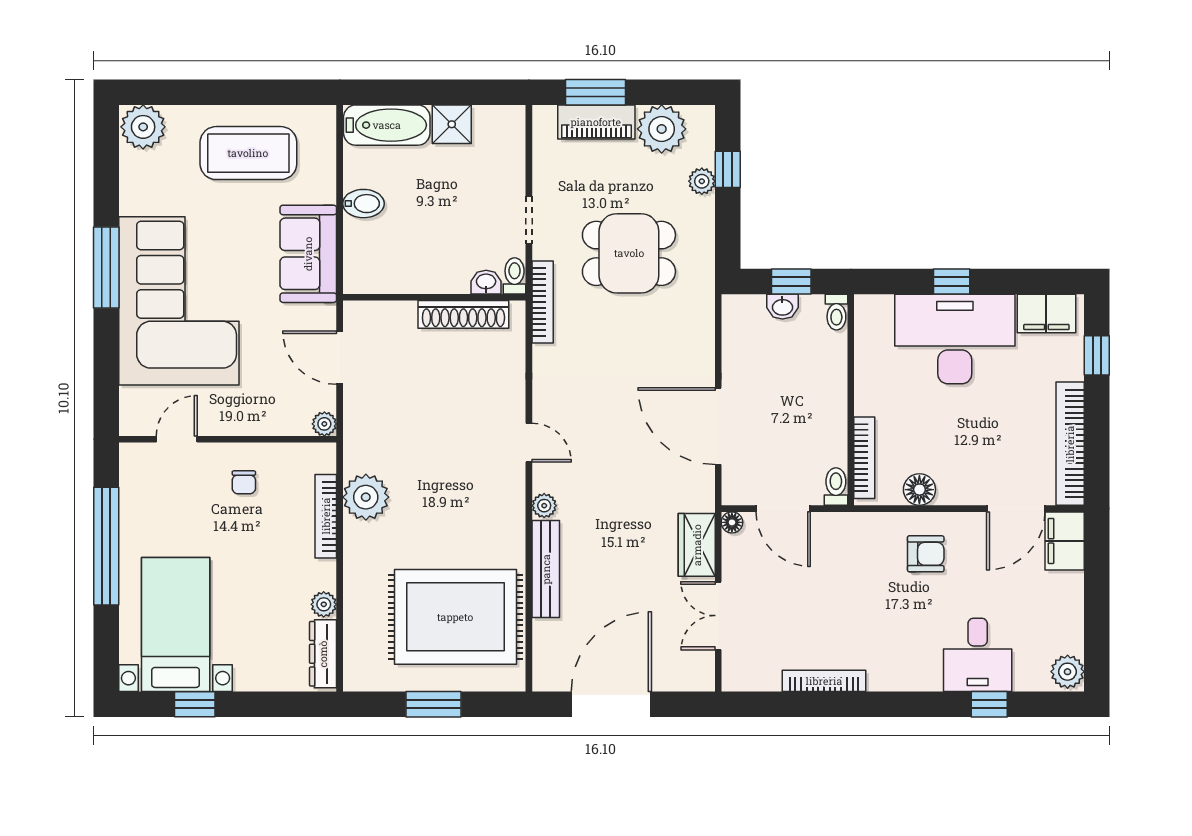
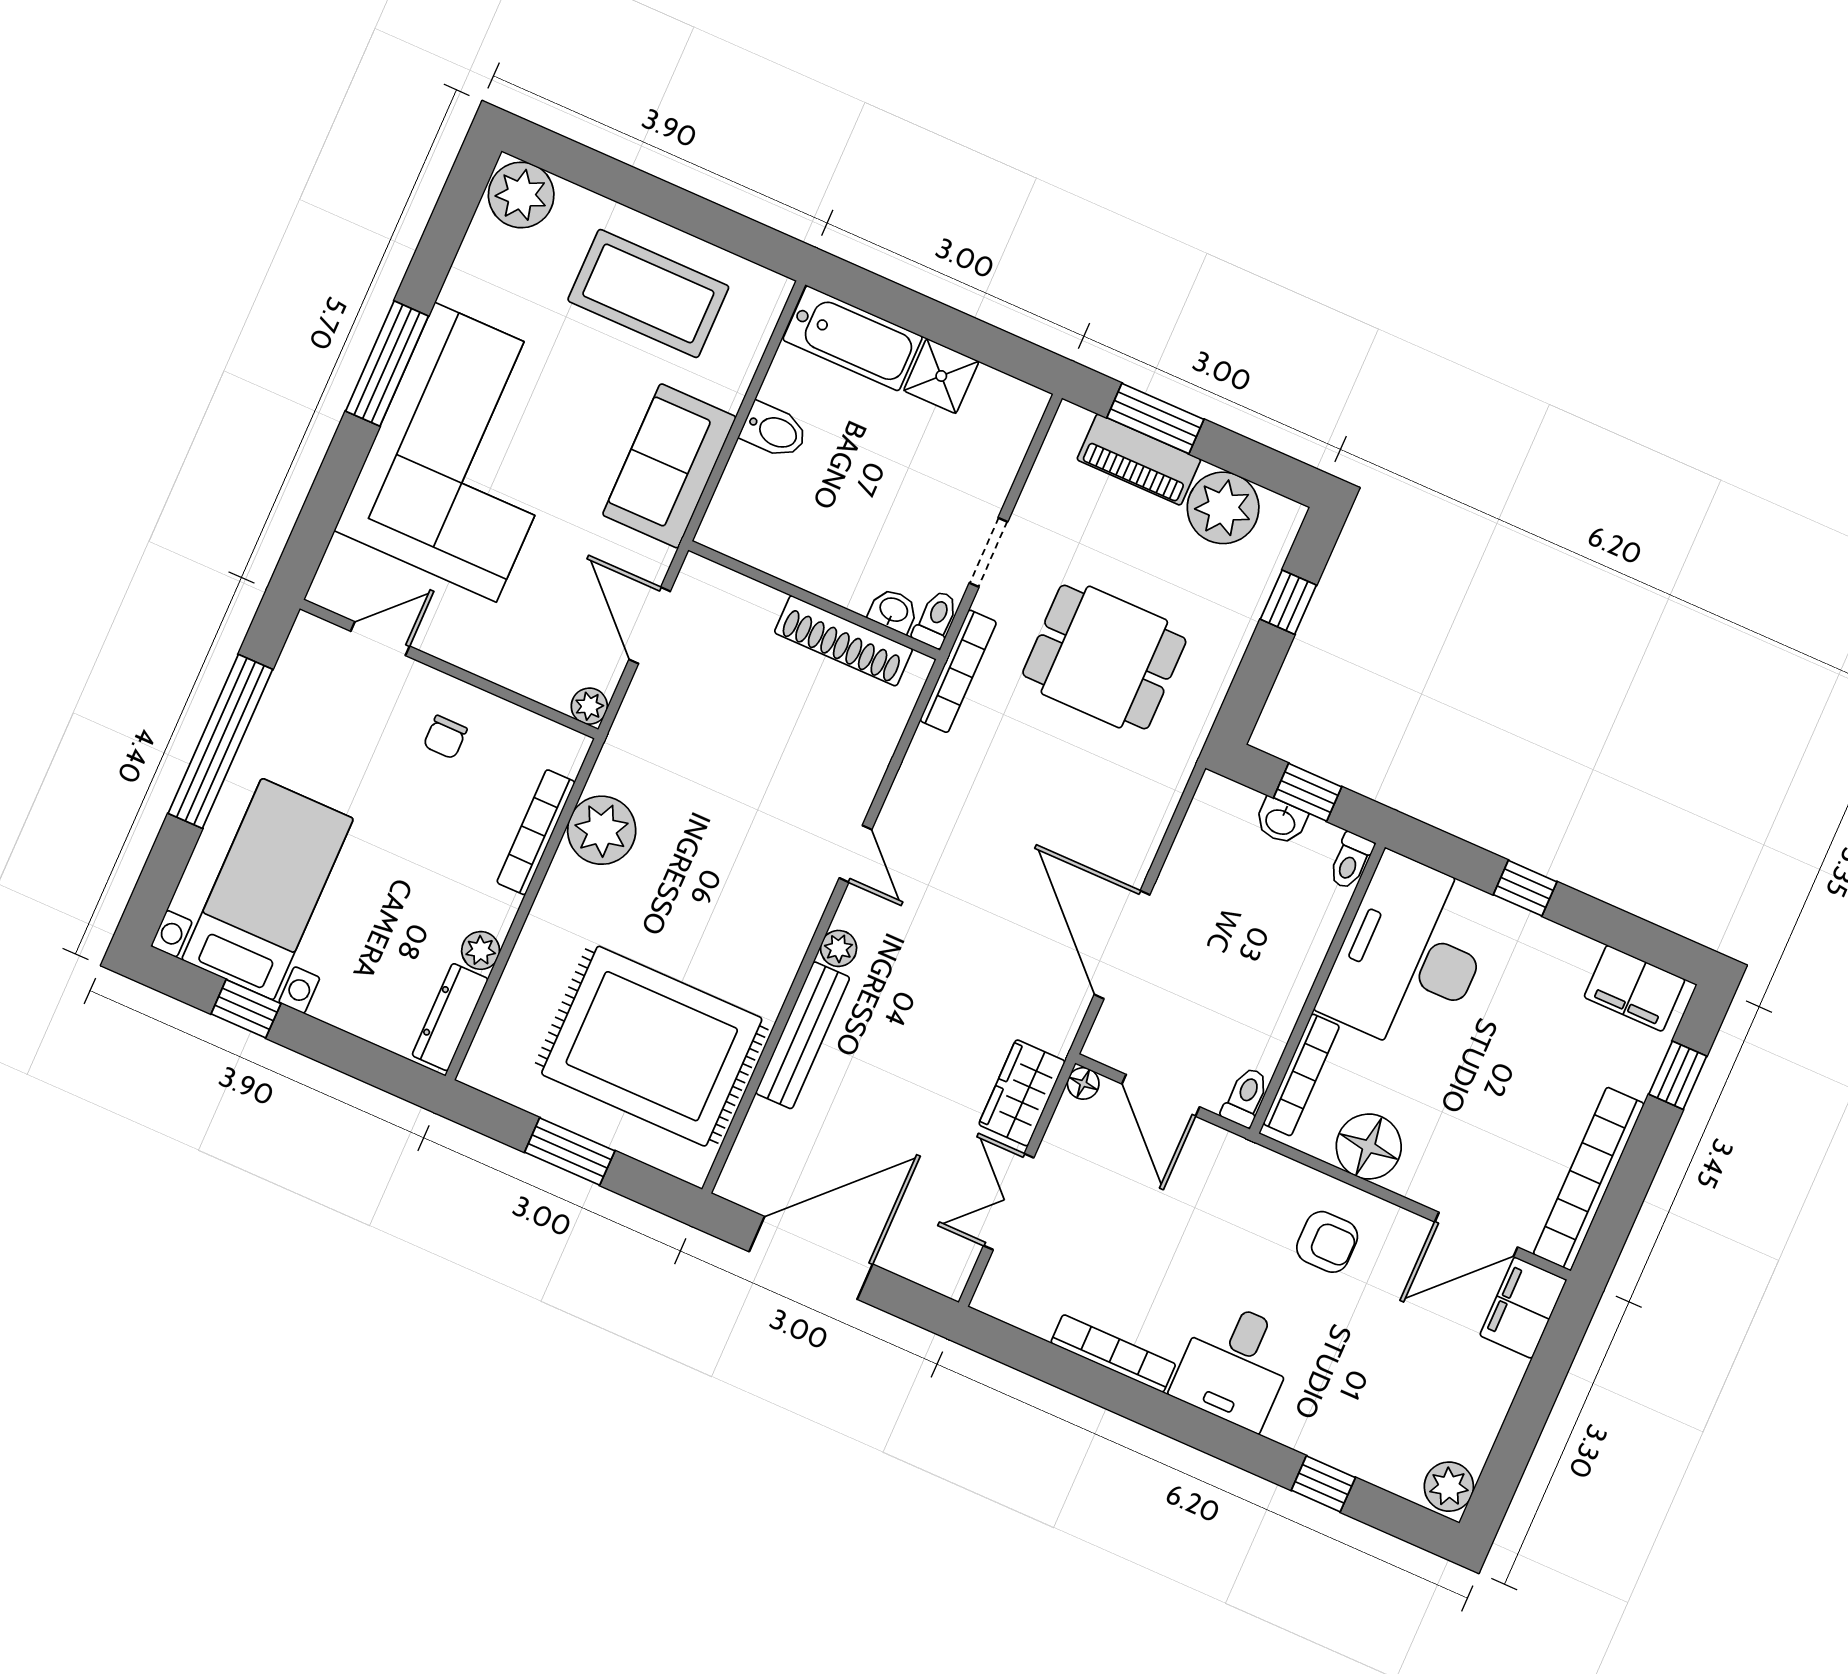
plant: (702, 181) -> (1246, 603), removed
desk: (955, 339) -> (1410, 955), moved, turned -90
floor lamp: (919, 490) -> (1369, 1147), width x1.38, depth x1.38
desk: (978, 655) -> (1235, 1365), moved

